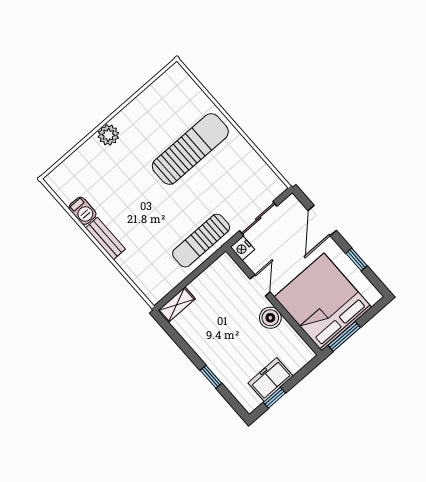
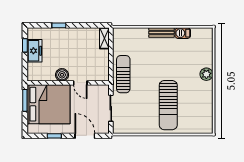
nightstand: (243, 248) -> (104, 90), removed

